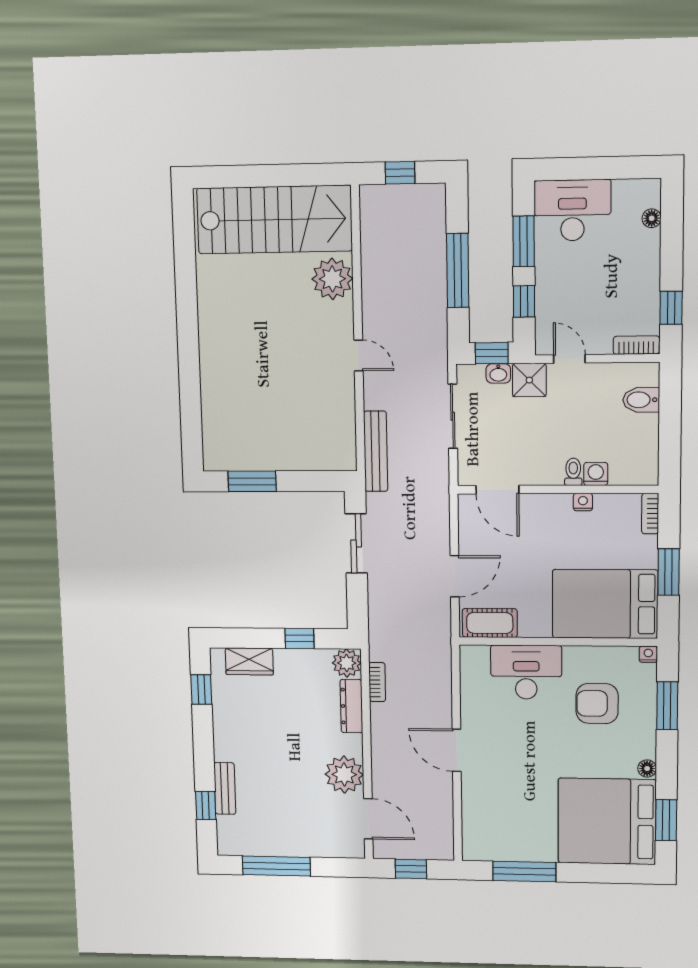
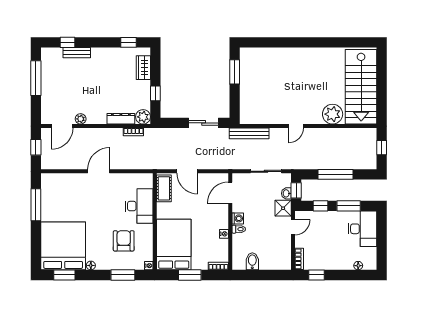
bidet: (641, 400) -> (252, 261), moved
washing machine: (596, 474) -> (238, 218), moved
plant: (344, 774) -> (81, 119), width x0.53, depth x0.53

